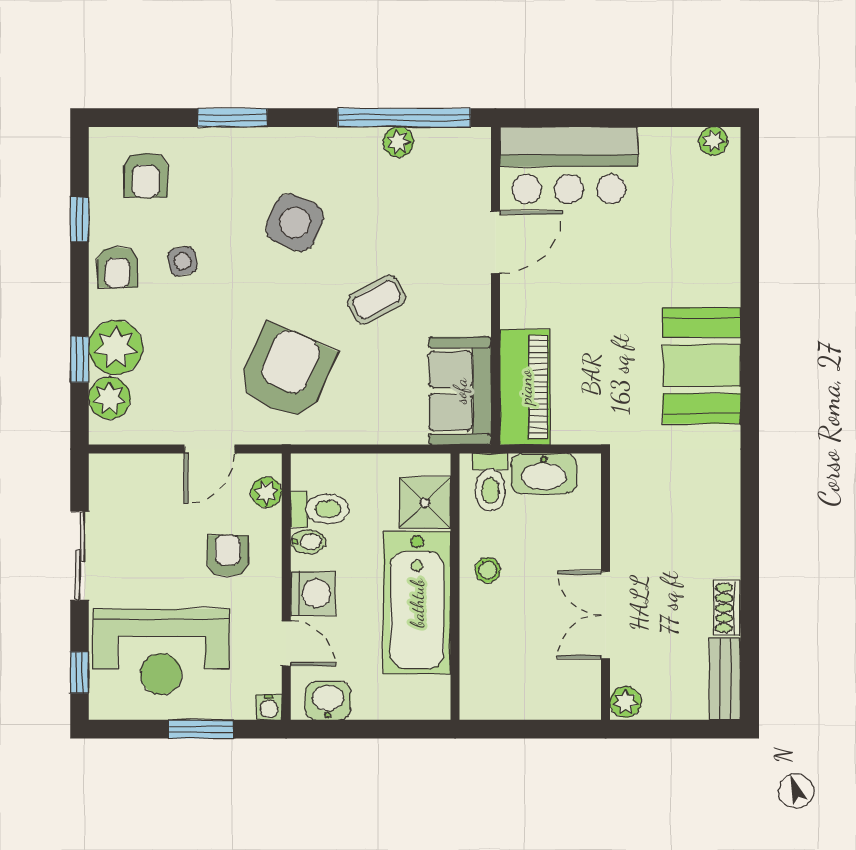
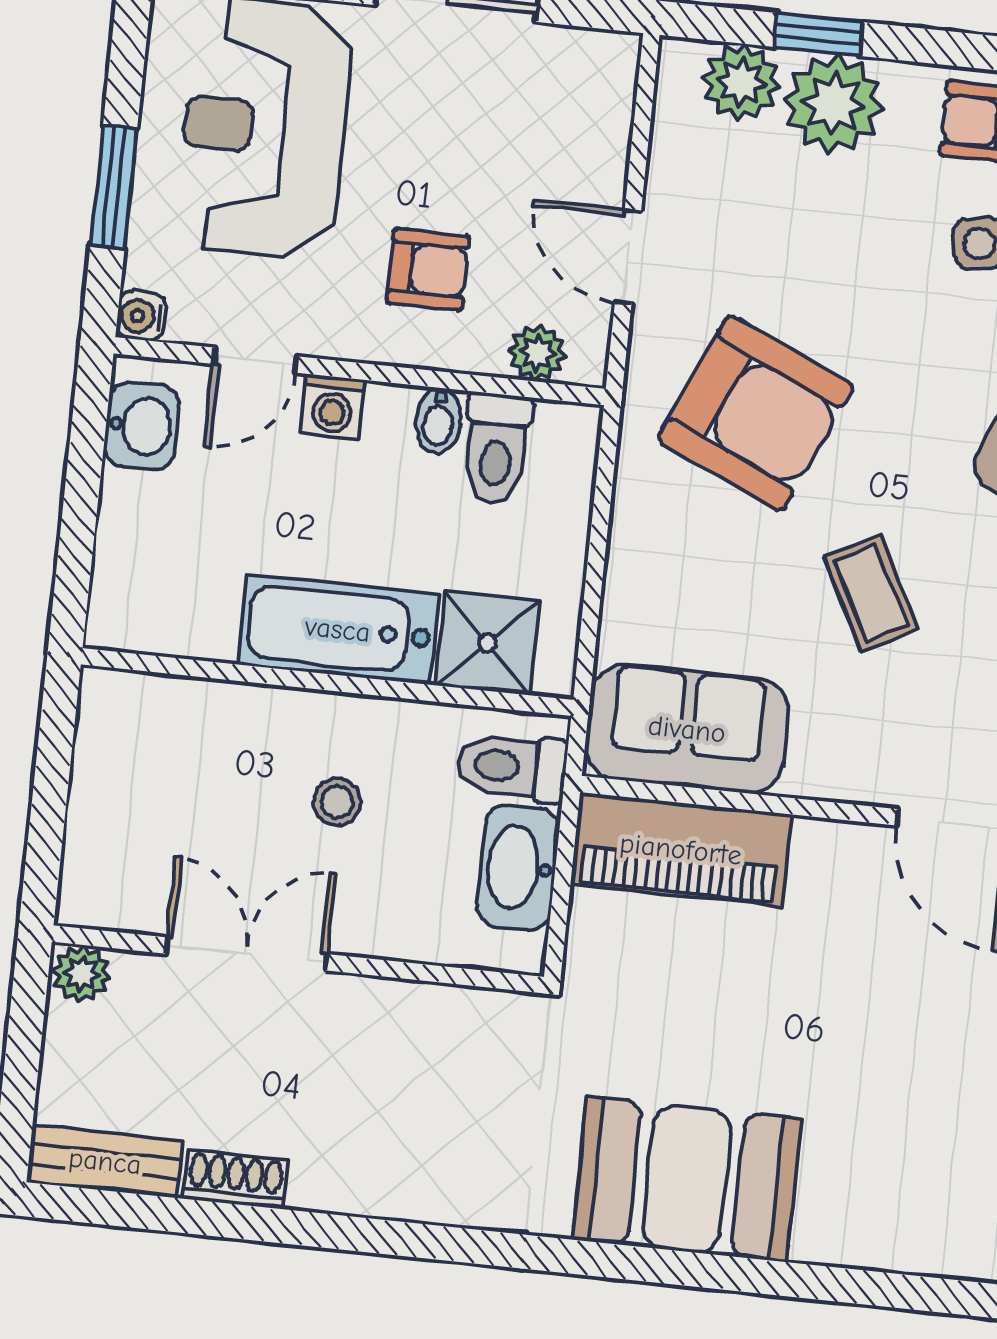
stool: (488, 570) -> (337, 802), moved
washing machine: (313, 593) -> (332, 407), width x0.73, depth x0.73
bathtub: (417, 603) -> (338, 629), width x0.73, depth x0.73

